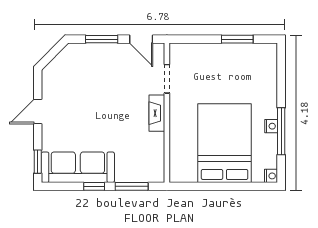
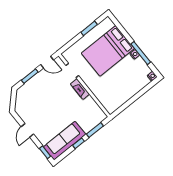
bed: (225, 143) -> (108, 51), moved, turned -90

